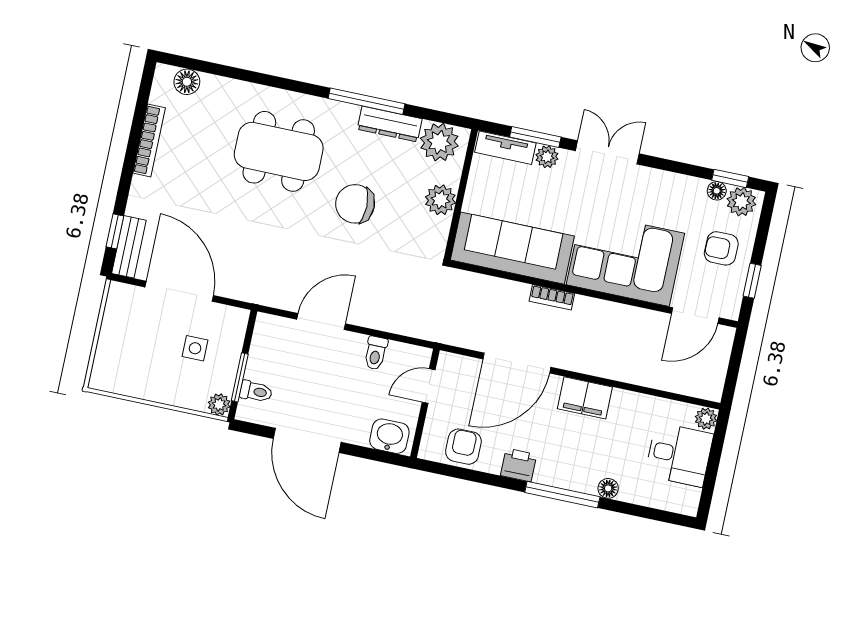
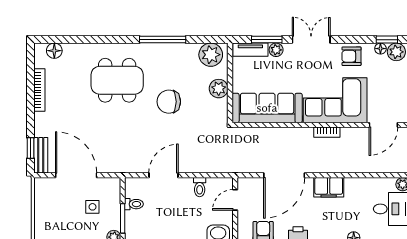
dresser: (390, 124) -> (179, 50), removed
armchair: (721, 248) -> (351, 56), moved
bookcase: (552, 297) -> (327, 132), moved
toilet: (256, 391) -> (134, 204), moved

